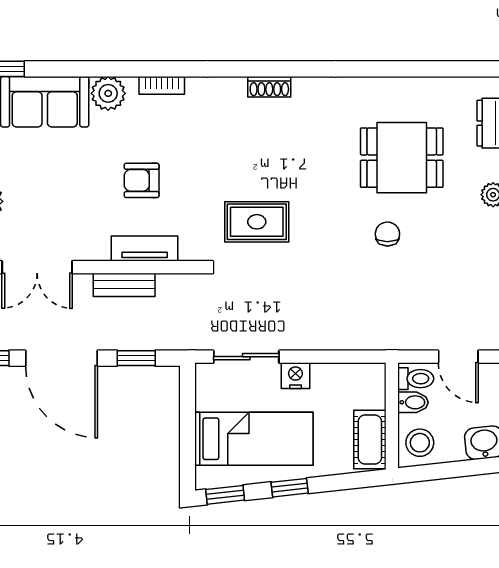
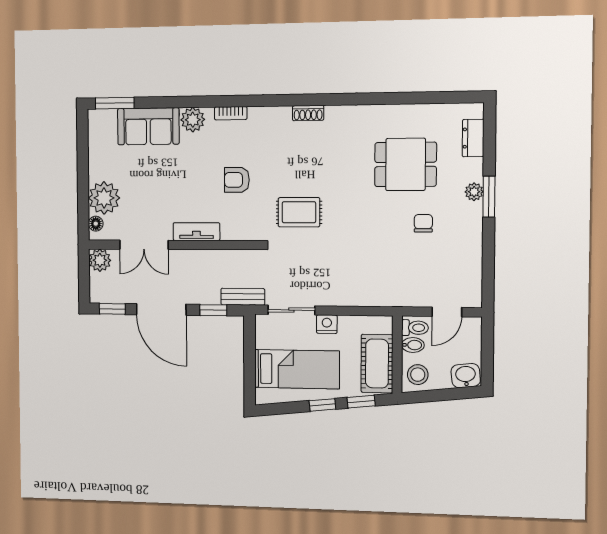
armchair: (142, 180) -> (237, 180), moved
chair: (387, 234) -> (423, 223), moved
tv unit: (145, 249) -> (196, 232), moved
bench: (124, 285) -> (243, 297), moved
door: (458, 357) -> (447, 312), hinge flipped
cot: (370, 440) -> (377, 364), width x1.37, depth x1.34
window: (225, 495) -> (361, 402), moved

